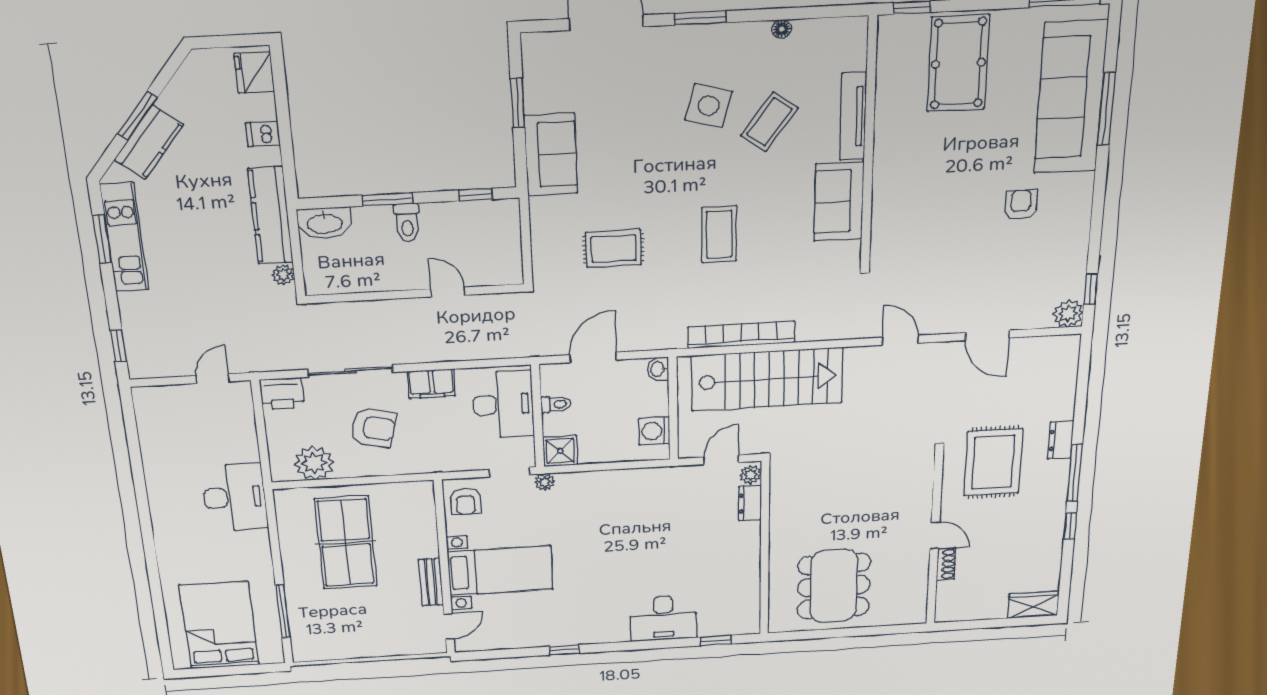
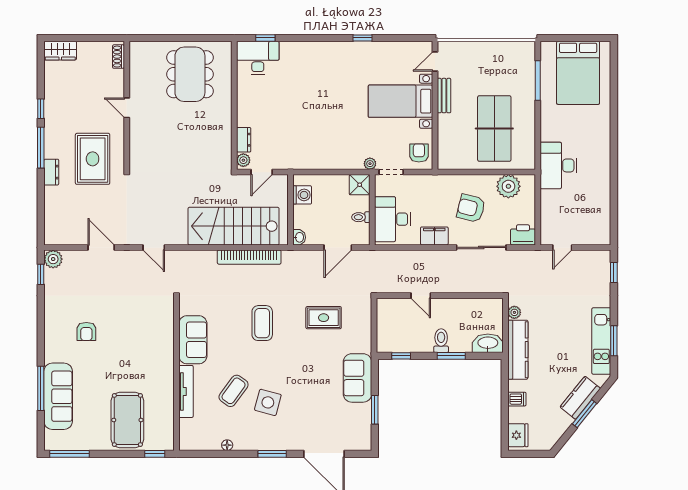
sofa: (1071, 97) -> (58, 396), width x0.74, depth x0.79
shoe rack: (946, 564) -> (118, 57), moved
desk: (663, 618) -> (258, 58), moved

